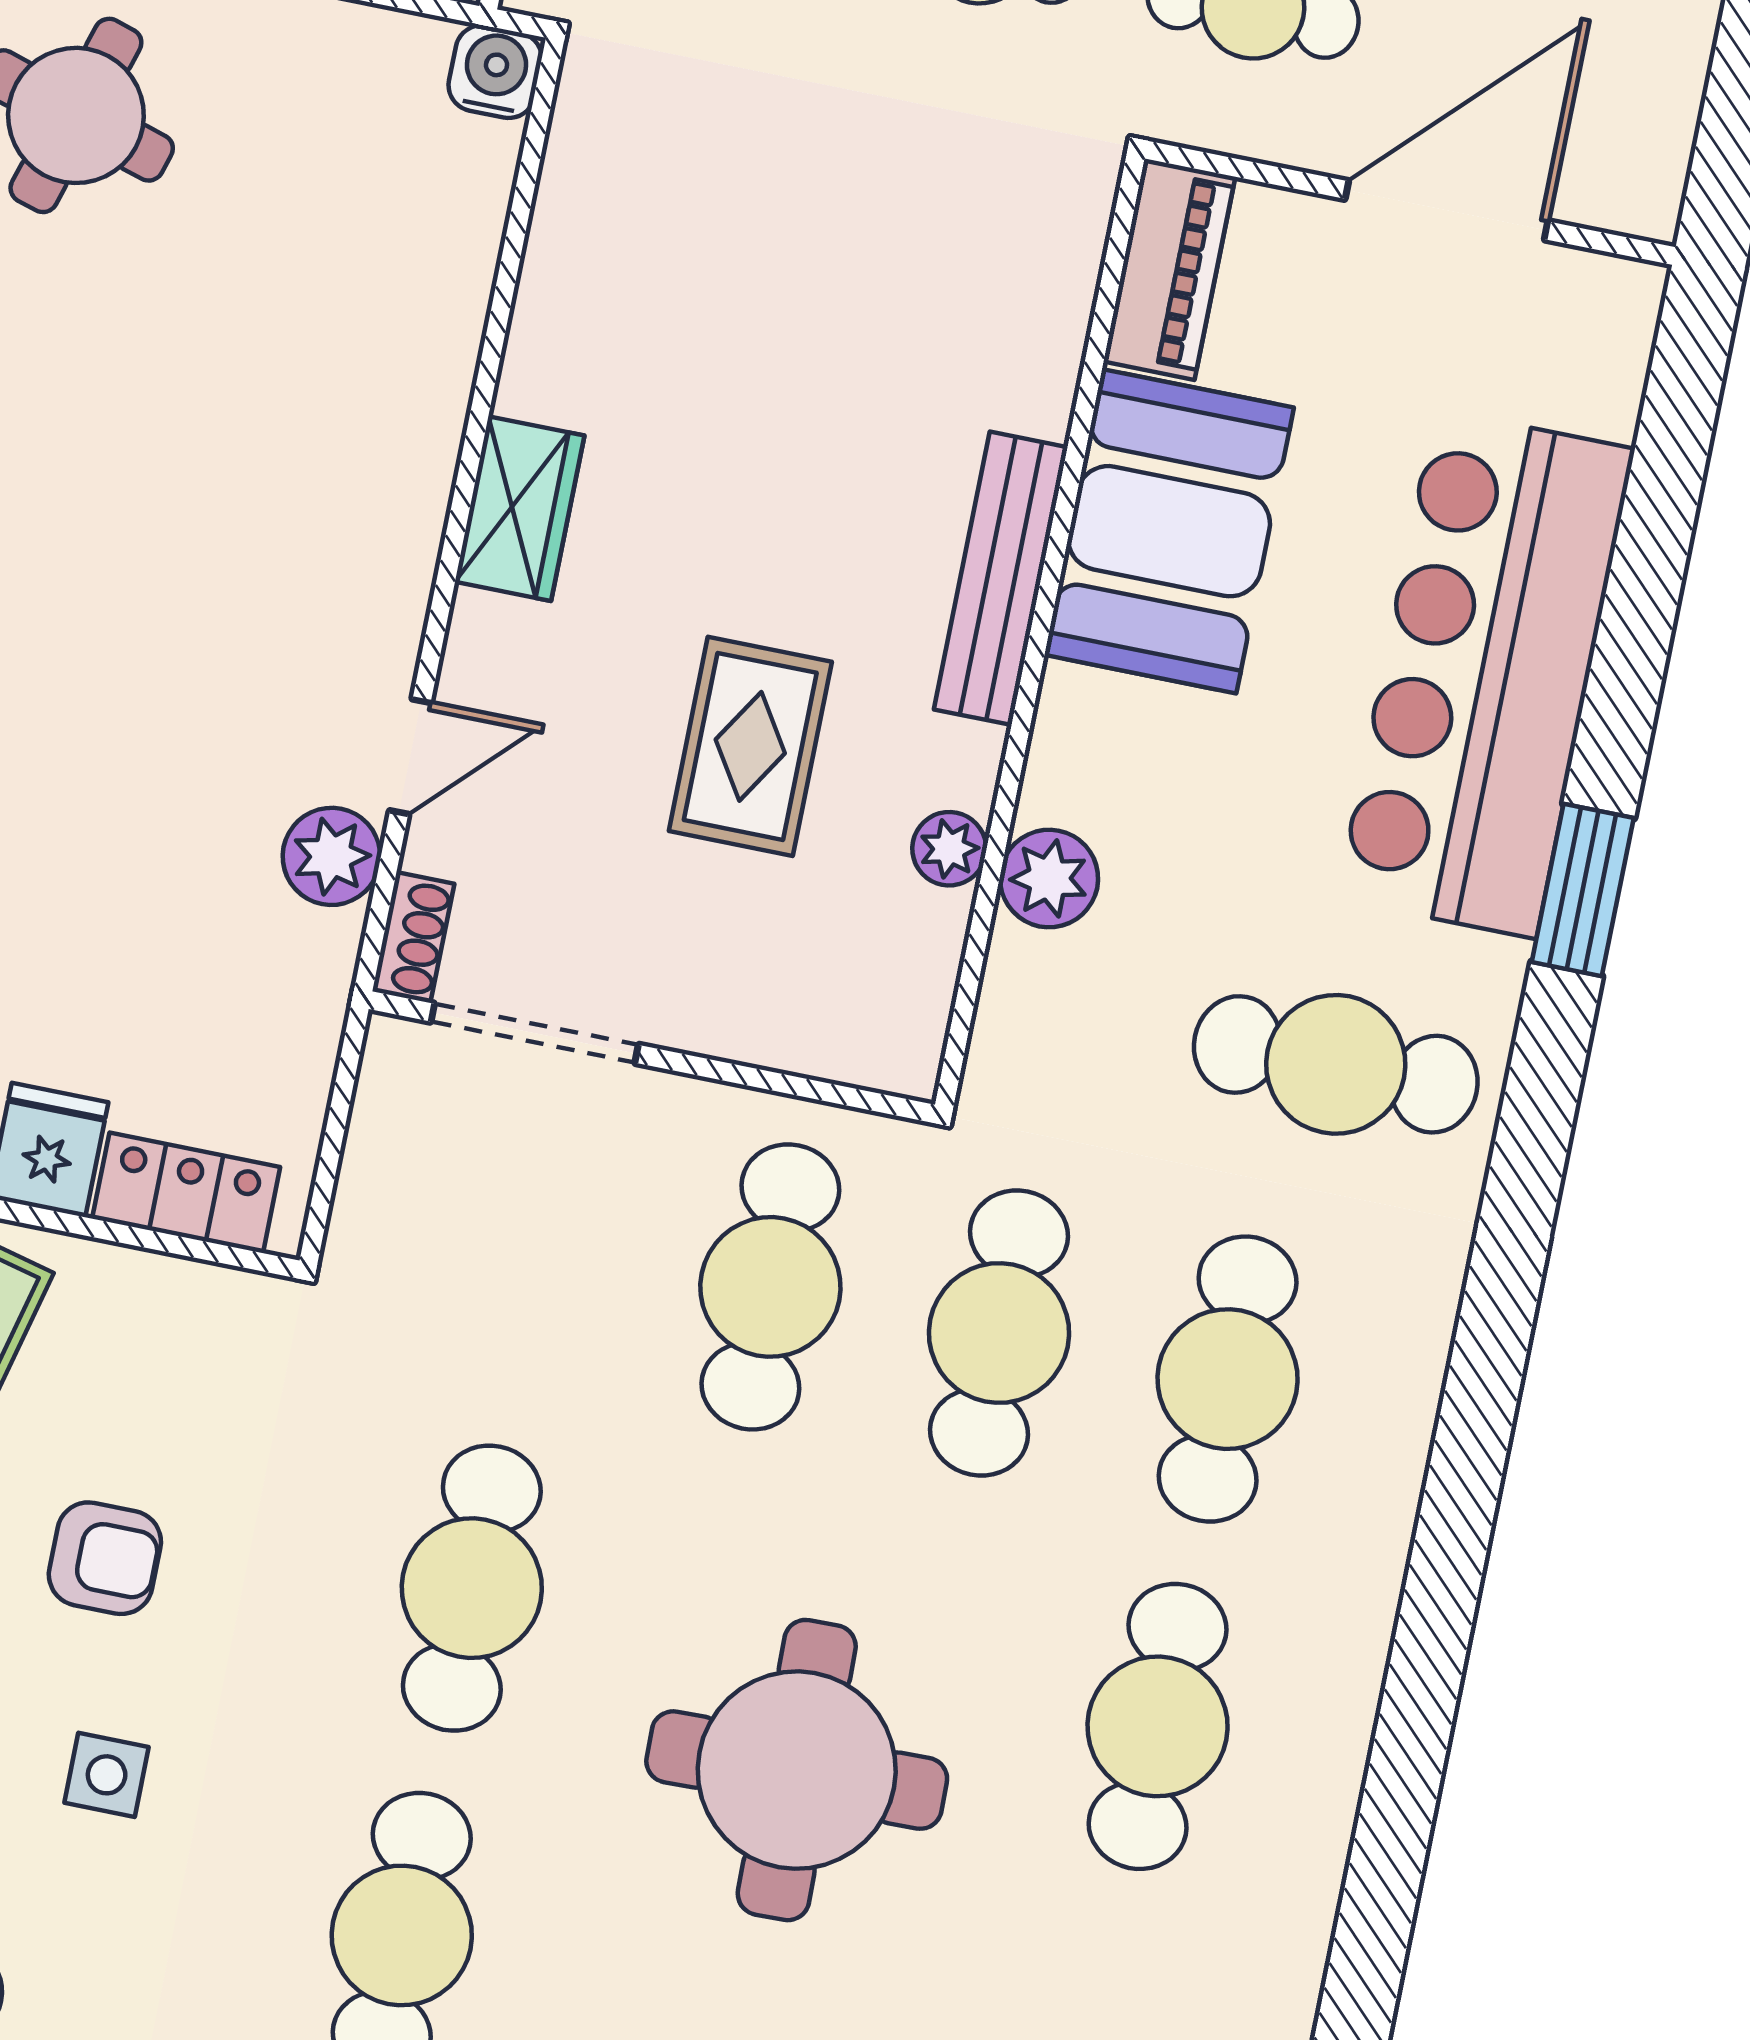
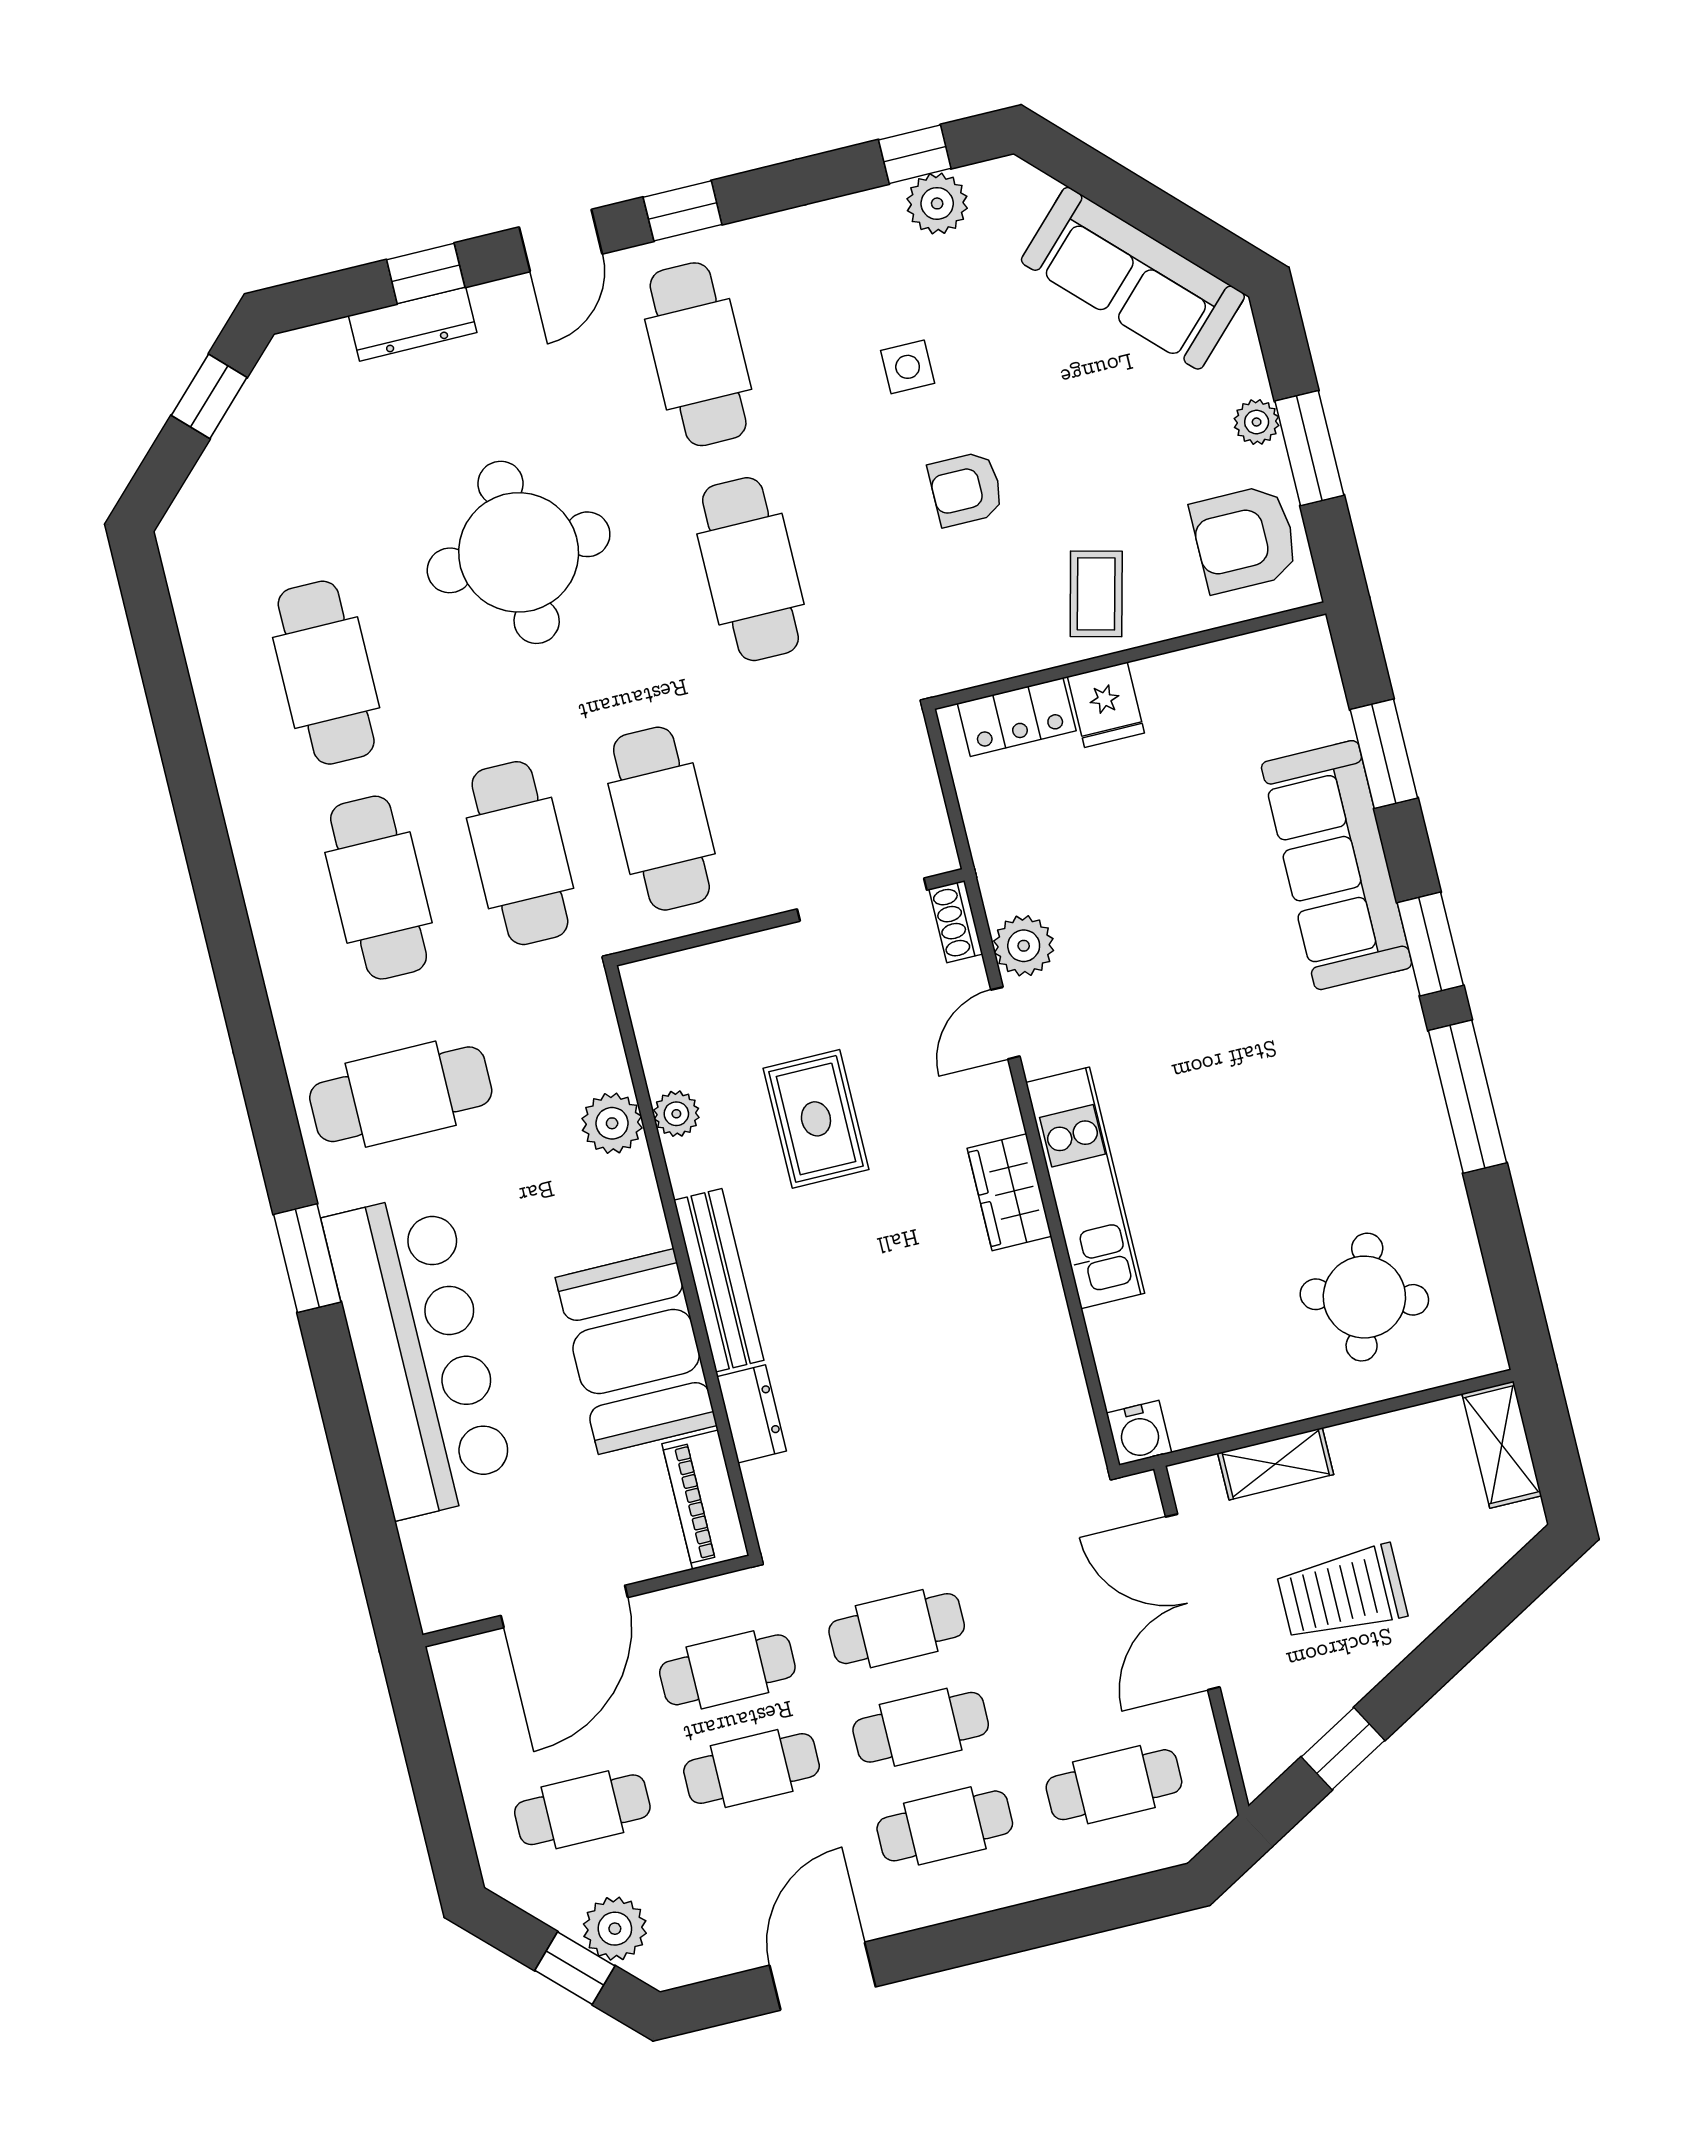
dresser: (1044, 362) -> (752, 1414), added
kitchen unit: (407, 464) -> (1085, 1188), added

